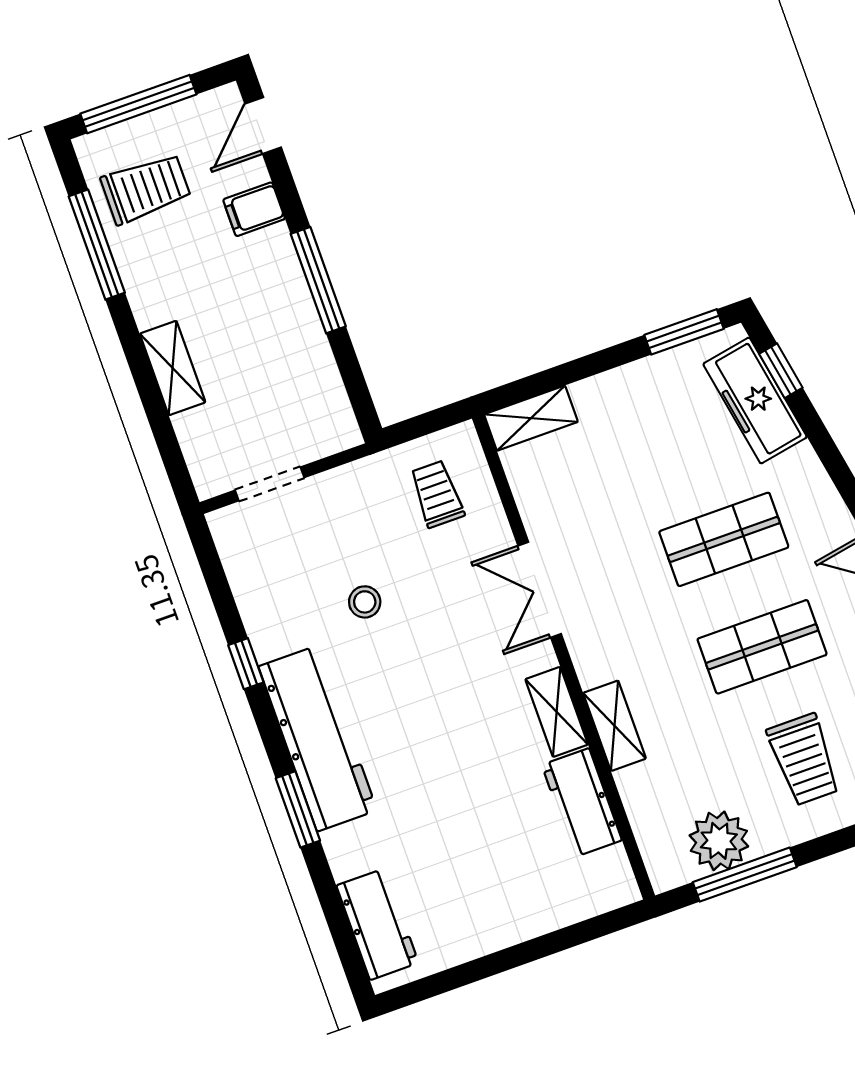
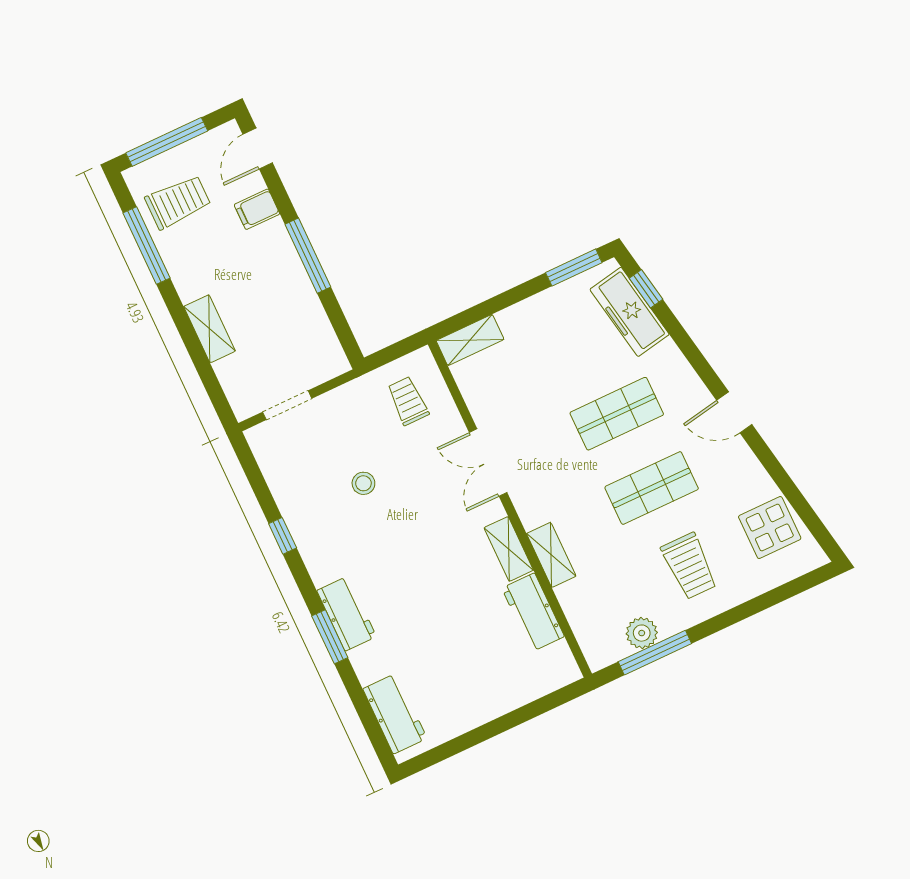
workbench: (318, 738) -> (347, 614), width x0.53, depth x0.76
plant: (719, 841) -> (642, 633), width x0.73, depth x0.73

